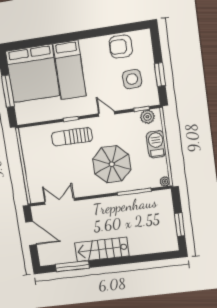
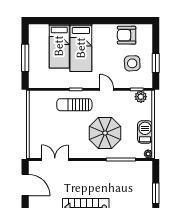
bed: (33, 73) -> (59, 46), width x0.49
barbecue: (156, 144) -> (145, 132), moved

